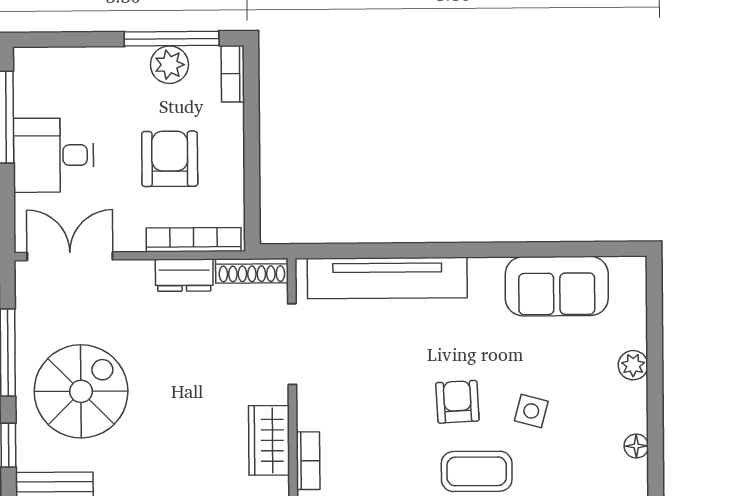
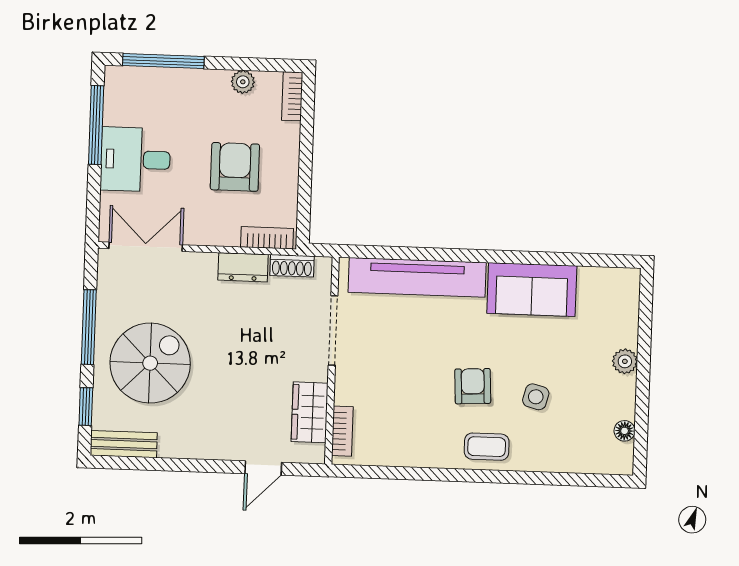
window: (172, 39) -> (163, 61), moved
plant: (169, 65) -> (243, 82), width x0.73, depth x0.73
bookcase: (194, 240) -> (267, 238), width x0.64
shoe rack: (252, 271) -> (292, 266), width x0.70
sofa: (557, 286) -> (532, 290), moved
coffee table: (477, 471) -> (487, 447), width x0.73, depth x0.77

